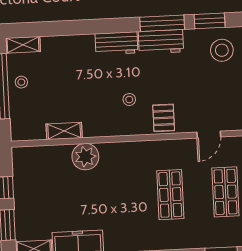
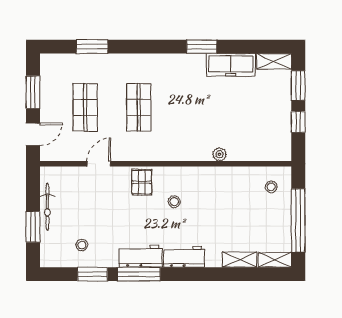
stool: (222, 50) -> (82, 245), width x0.53, depth x0.53
stool: (21, 82) -> (271, 187), moved
shelving: (64, 131) -> (240, 260), moved
plant: (85, 157) -> (219, 154), width x0.53, depth x0.53

